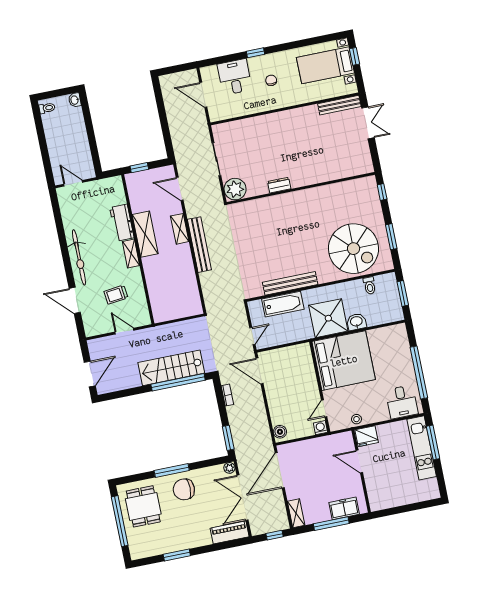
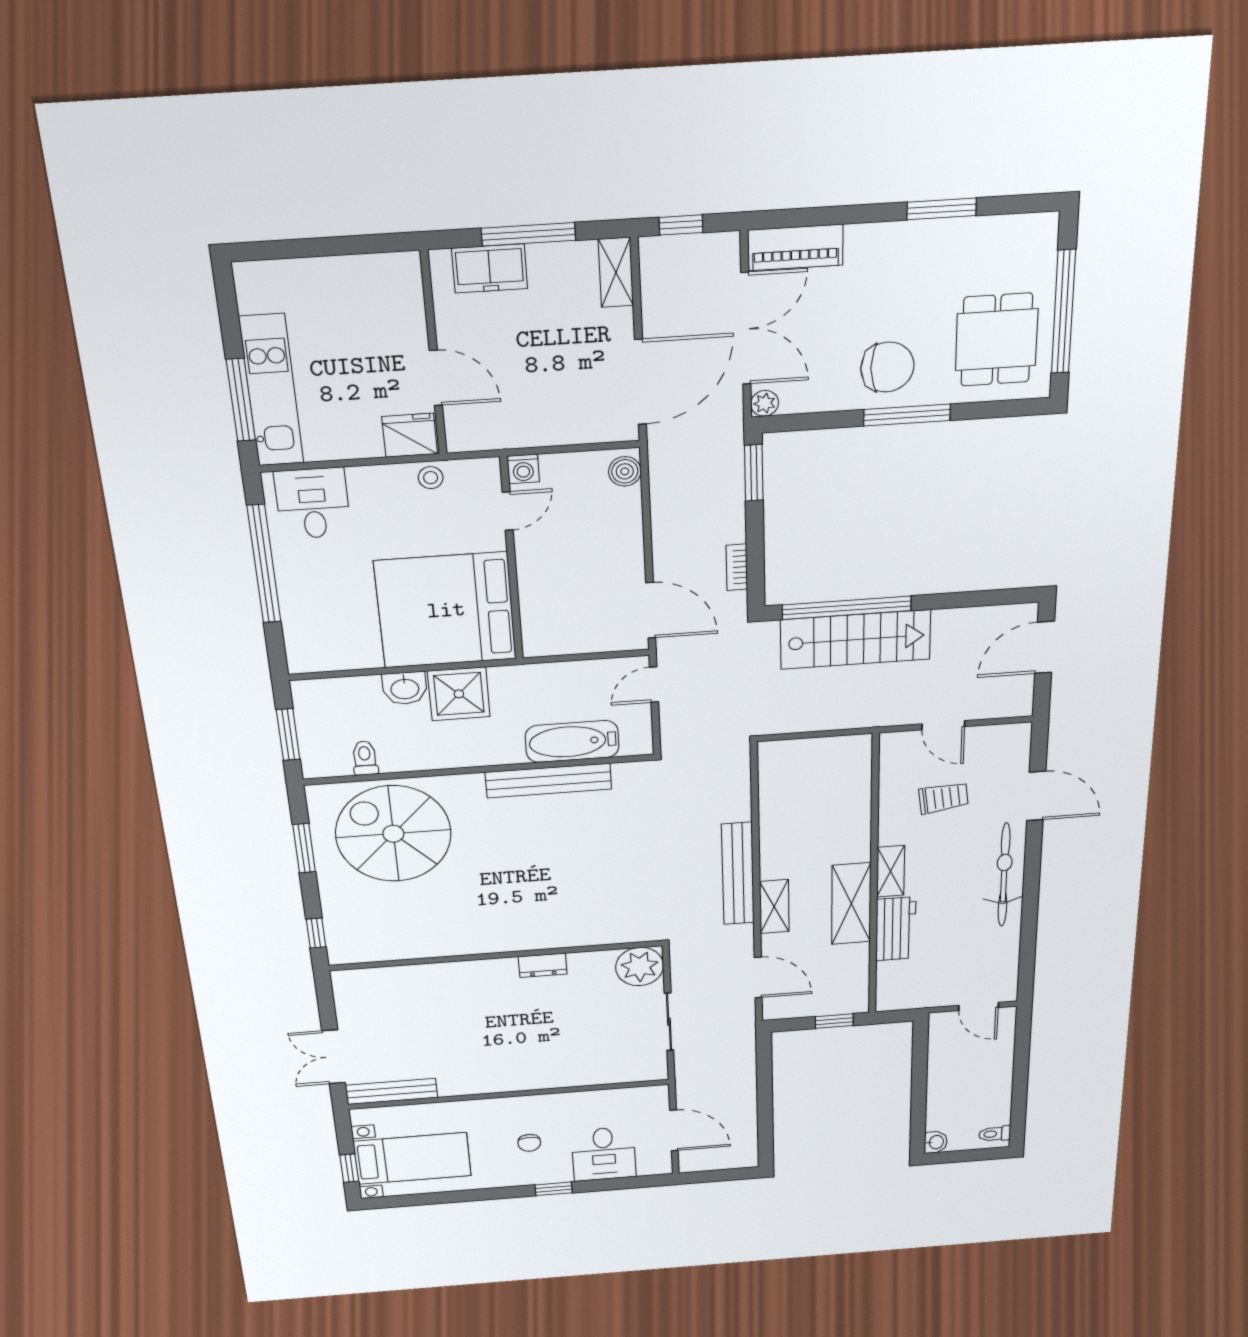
shower: (328, 318) -> (459, 694), width x0.73, depth x0.73

